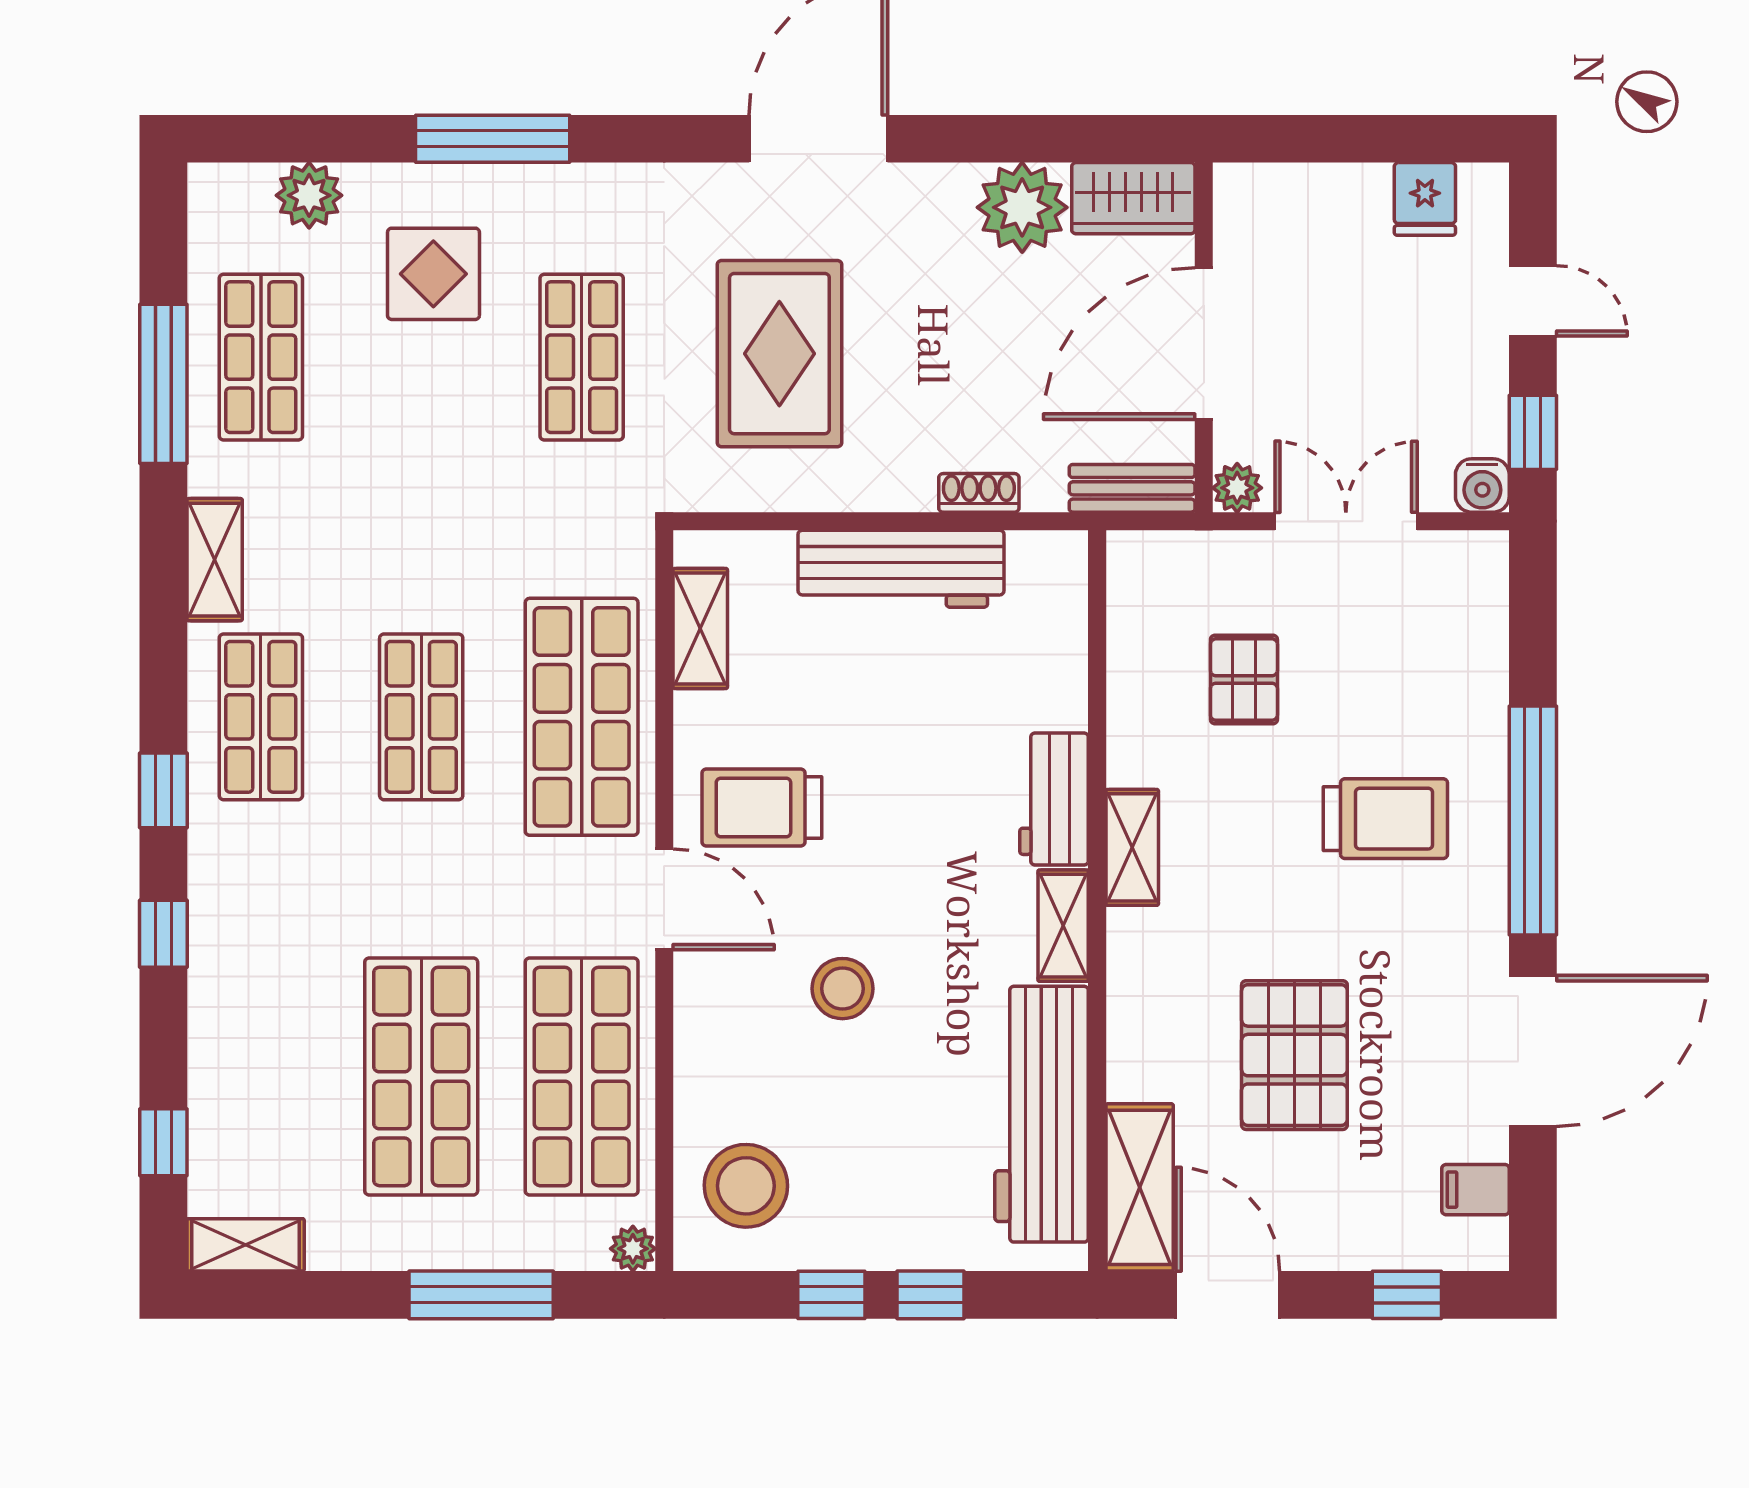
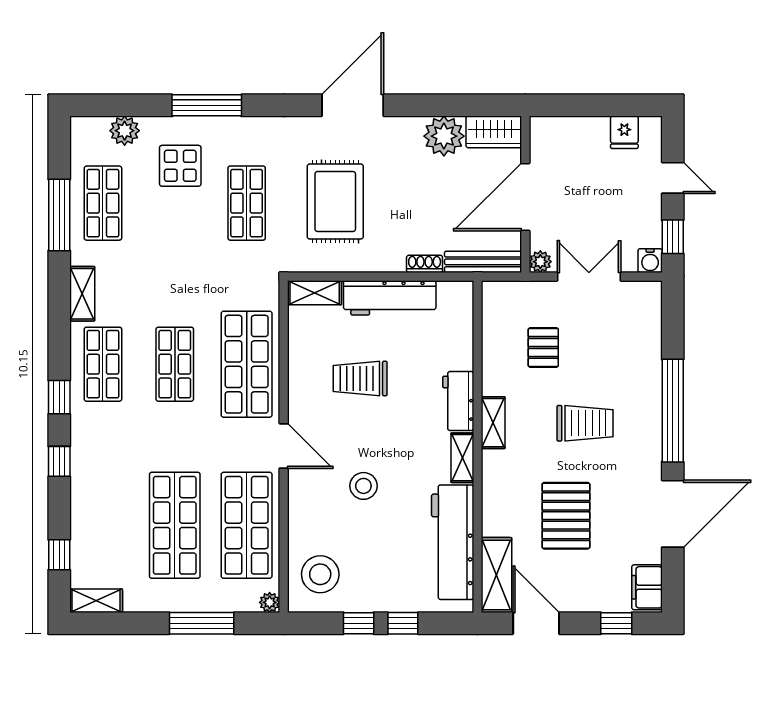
bench: (1132, 488) -> (483, 262), width x1.36
shelving: (700, 629) -> (315, 293), moved, turned 90
trolley: (762, 808) -> (360, 378), moved
trolley: (1385, 819) -> (585, 423), moved
filing cabinet: (1476, 1190) -> (647, 587), width x2.00

